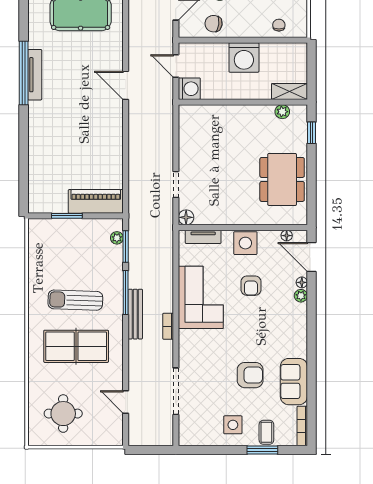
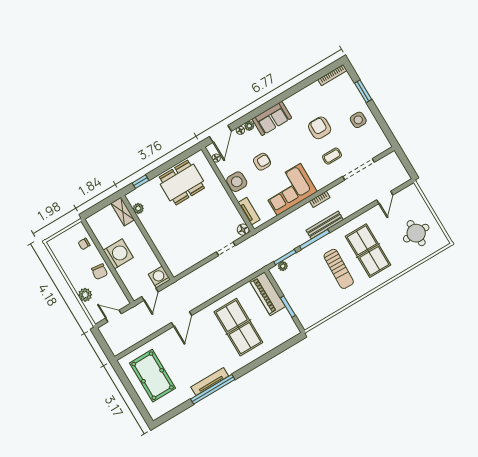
chair: (214, 24) -> (100, 272), moved
table tennis table: (77, 145) -> (238, 327), added
sofa: (294, 382) -> (272, 118), moved
coffee table: (266, 432) -> (332, 156), moved

